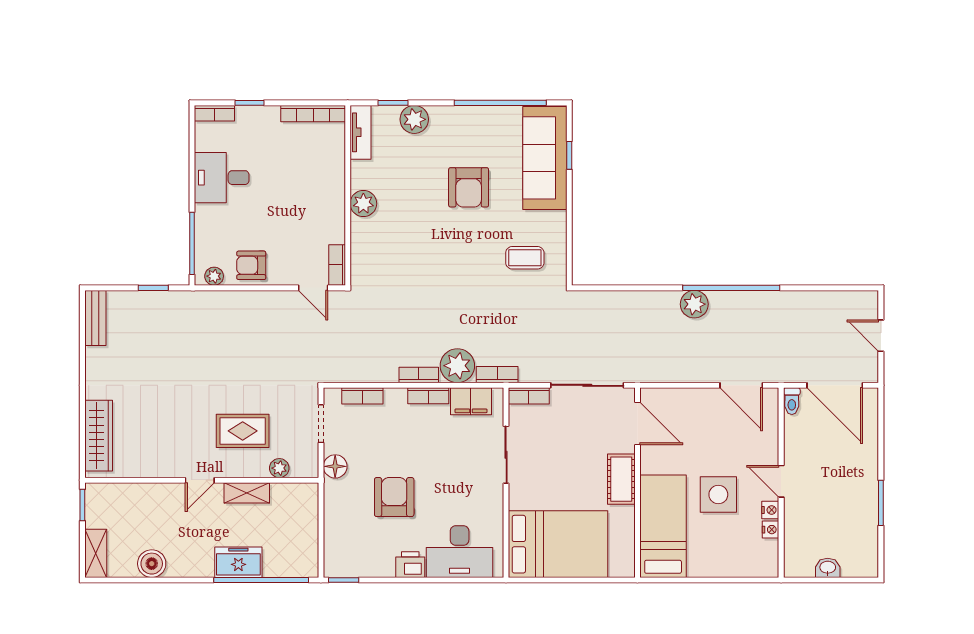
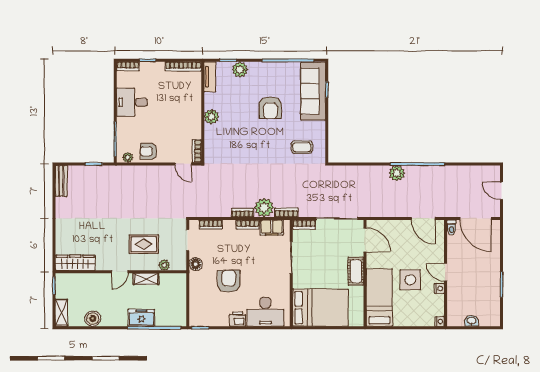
wardrobe: (99, 436) -> (75, 263), moved, turned -90
nightstand: (770, 530) -> (440, 321), moved

